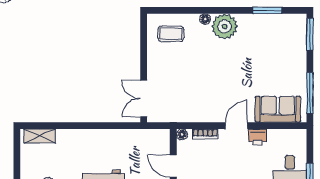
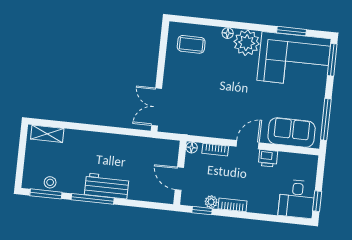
corner sofa: (273, 38) -> (294, 60), added

